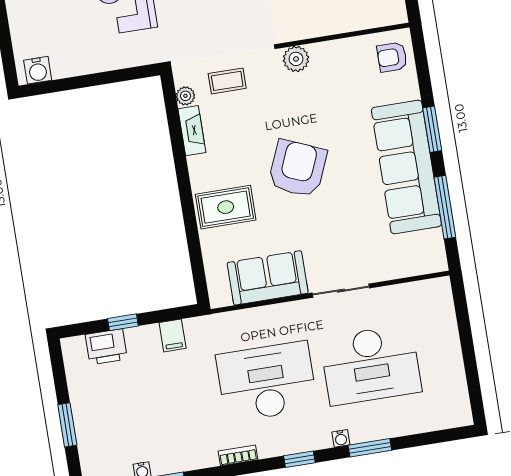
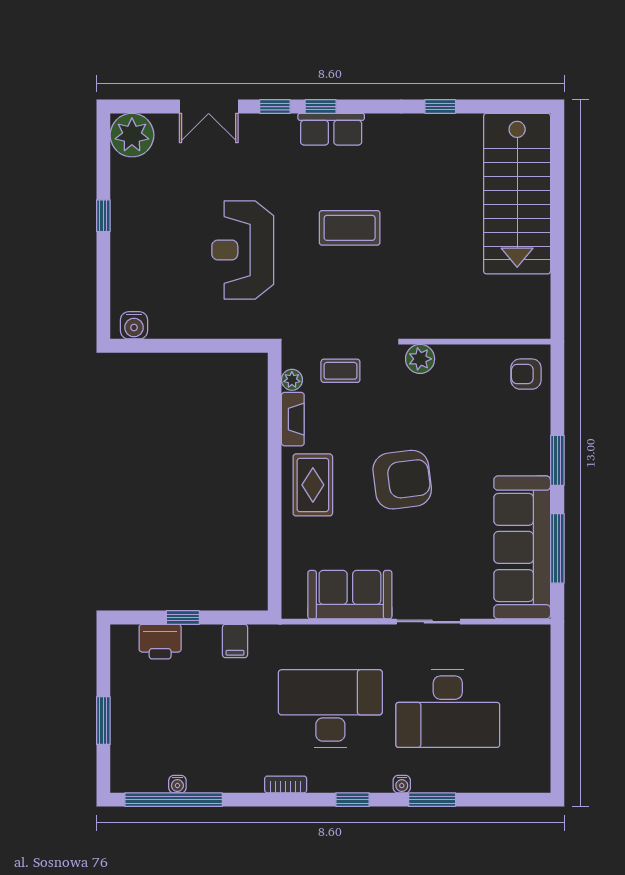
sofa: (406, 167) -> (522, 547), moved
armchair: (298, 168) -> (402, 480), turned 60
rug: (226, 207) -> (313, 485), moved, turned 90

